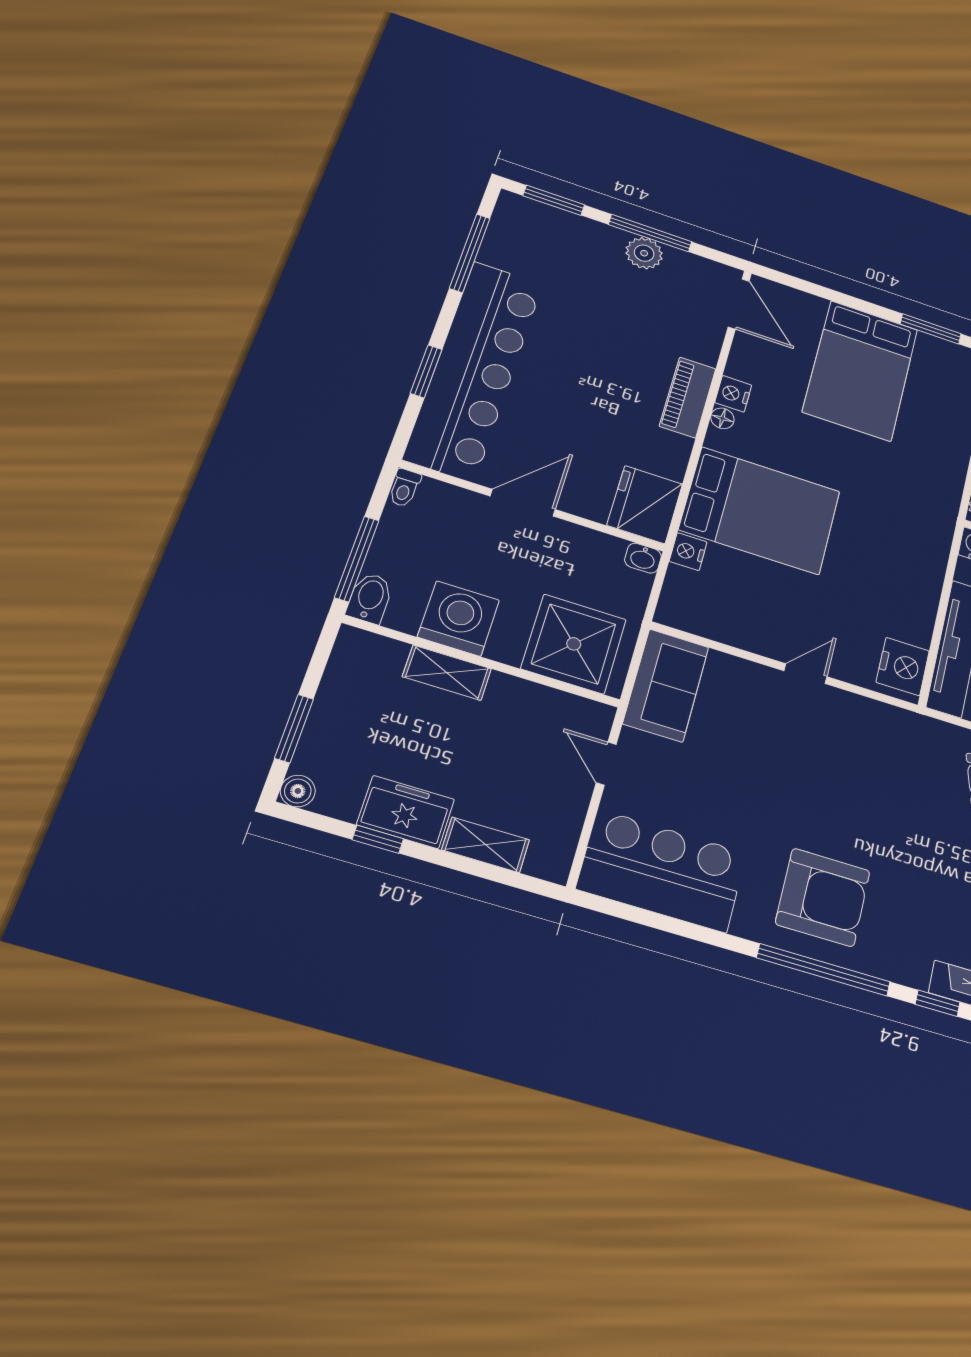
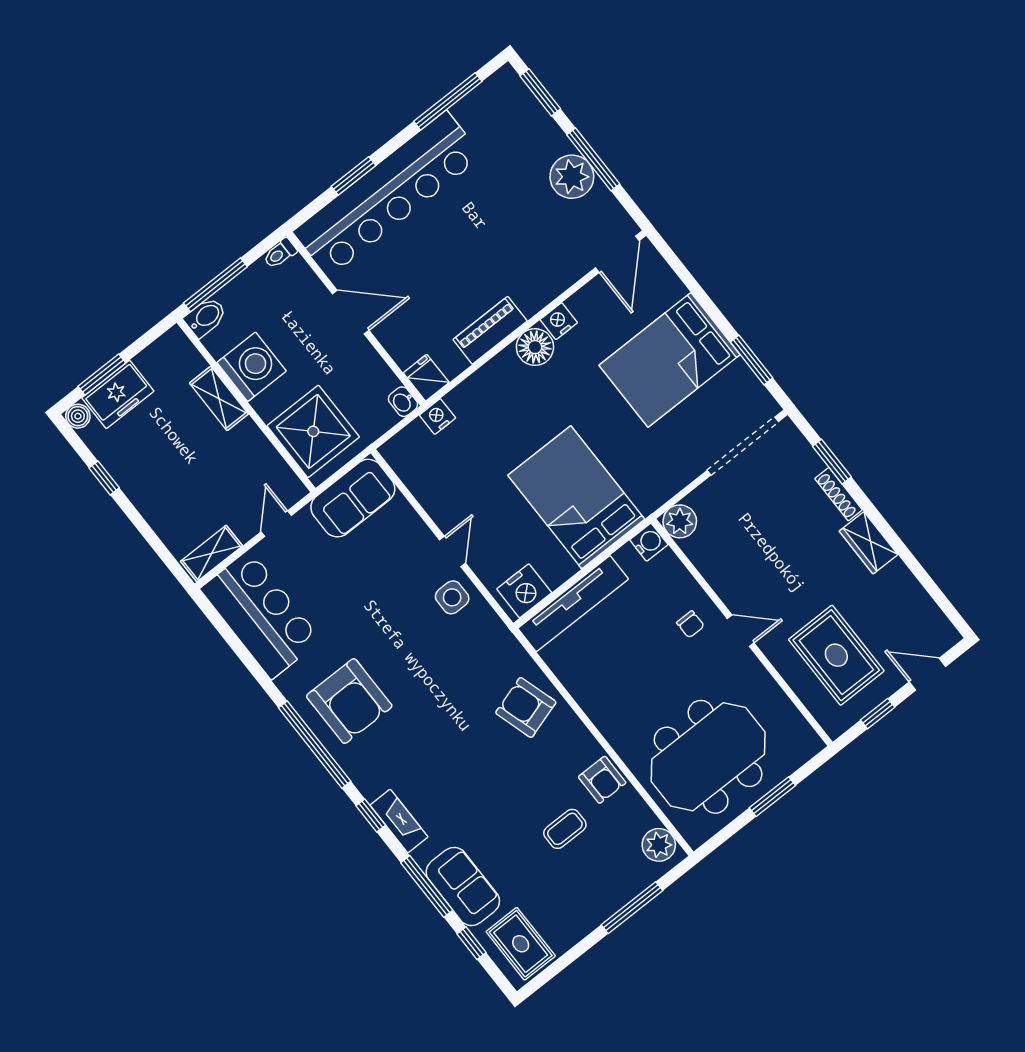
plant: (644, 253) -> (572, 177), width x1.36, depth x1.36
piano: (688, 397) -> (490, 330), moved
floor lamp: (722, 418) -> (535, 347), width x1.89, depth x1.89
fridge: (645, 505) -> (426, 378), width x0.53, depth x0.75
bed: (760, 510) -> (576, 497), moved, turned 180
door: (806, 674) -> (453, 552), hinge flipped
side table: (841, 719) -> (452, 597), added
freezer: (406, 812) -> (118, 394), moved, turned 90
shelving: (486, 845) -> (212, 554), moved, turned 90

